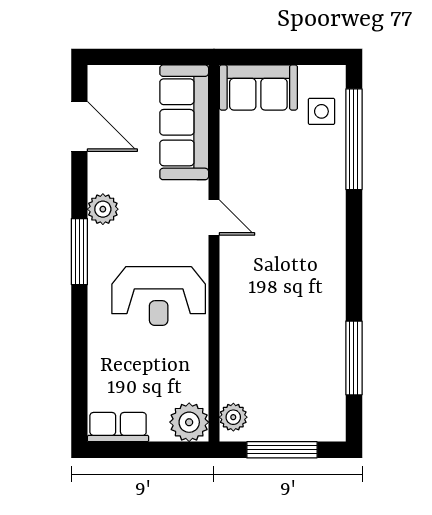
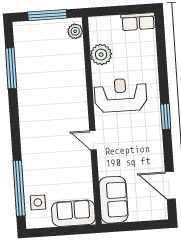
sofa: (184, 122) -> (113, 200), width x0.73
plant: (103, 209) -> (154, 141), removed
window: (79, 252) -> (166, 117), width x0.69
plant: (189, 422) -> (101, 55), moved

